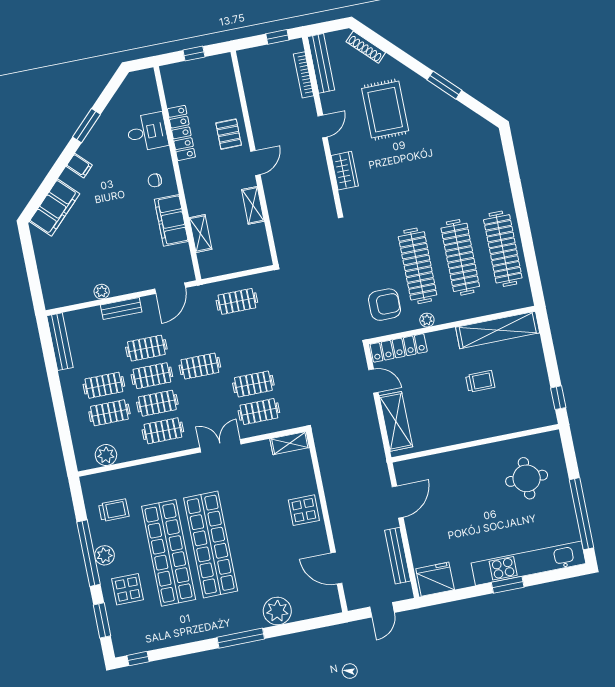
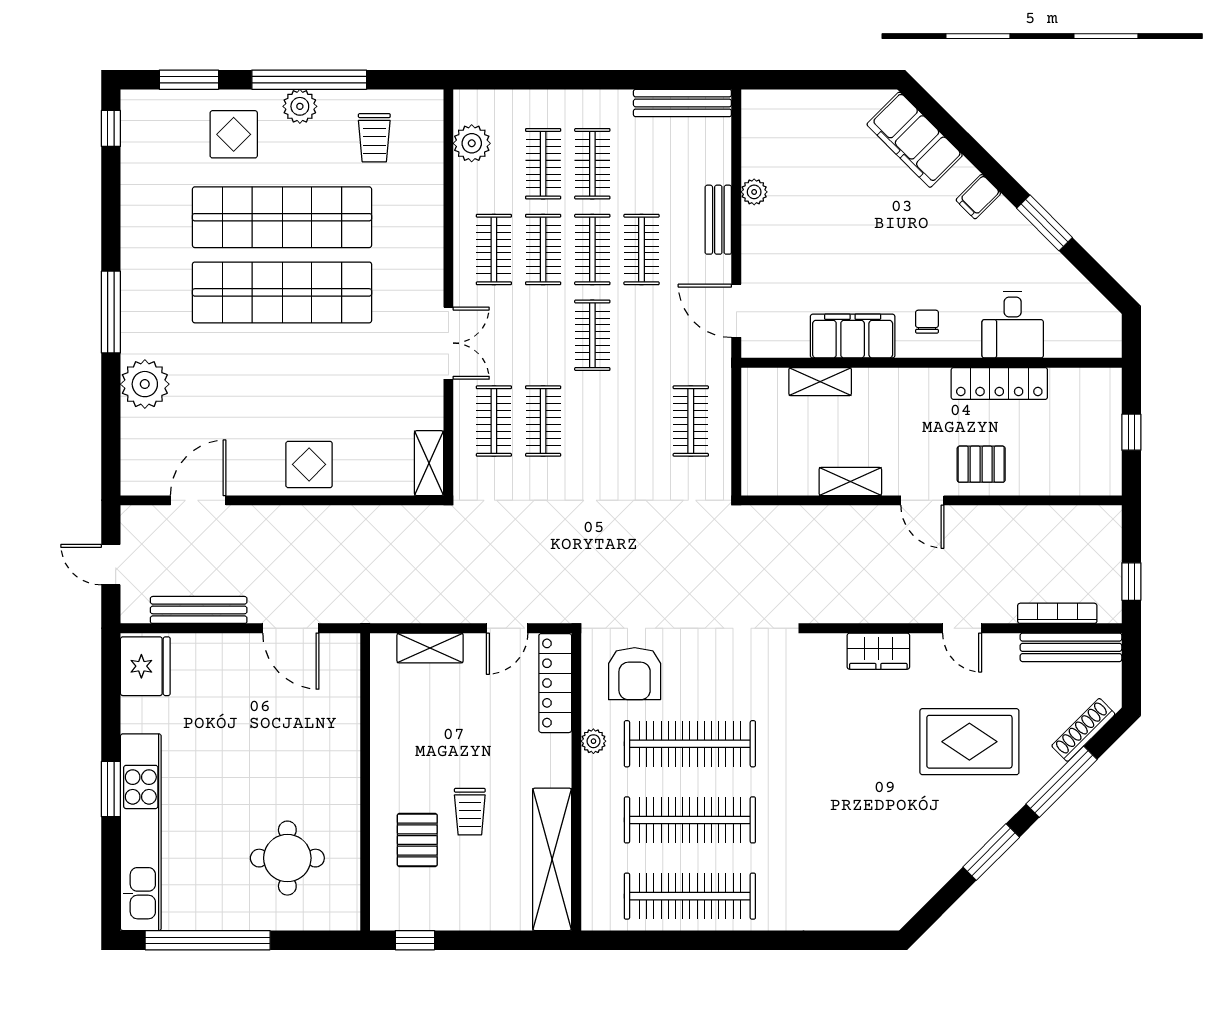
window: (397, 54) -> (1062, 782), added
pallet: (502, 408) -> (417, 840), added
shelving: (396, 421) -> (430, 648), width x0.67, depth x0.75

